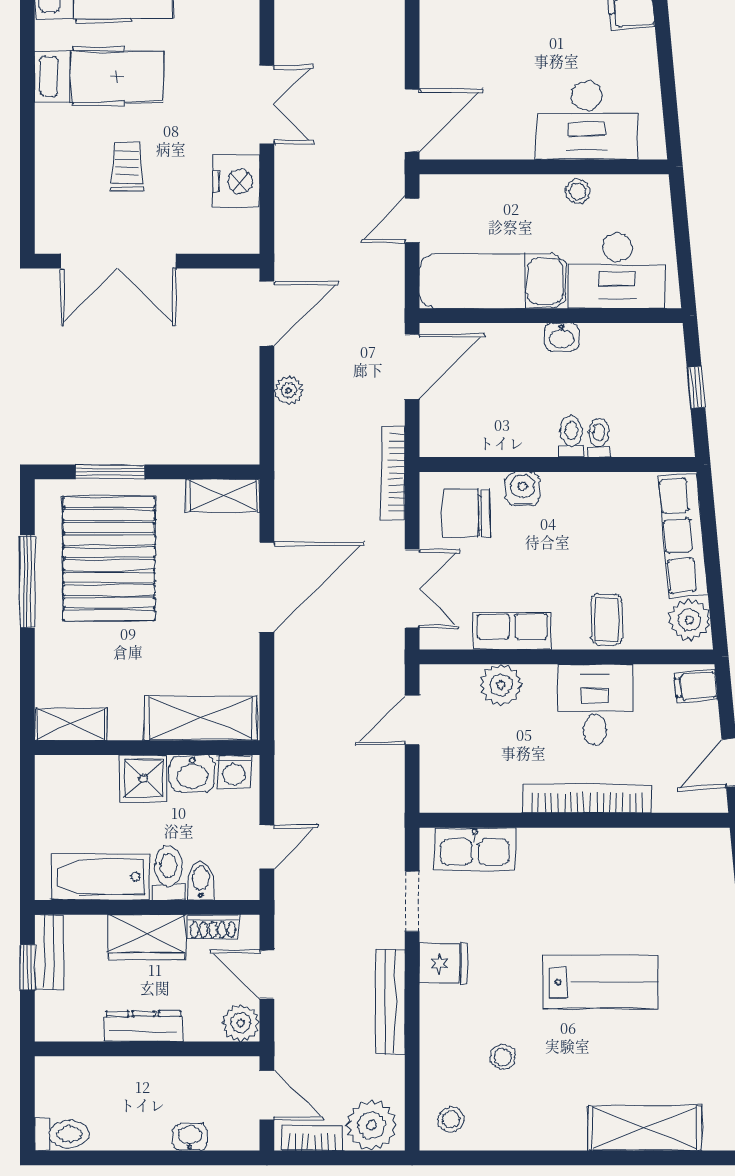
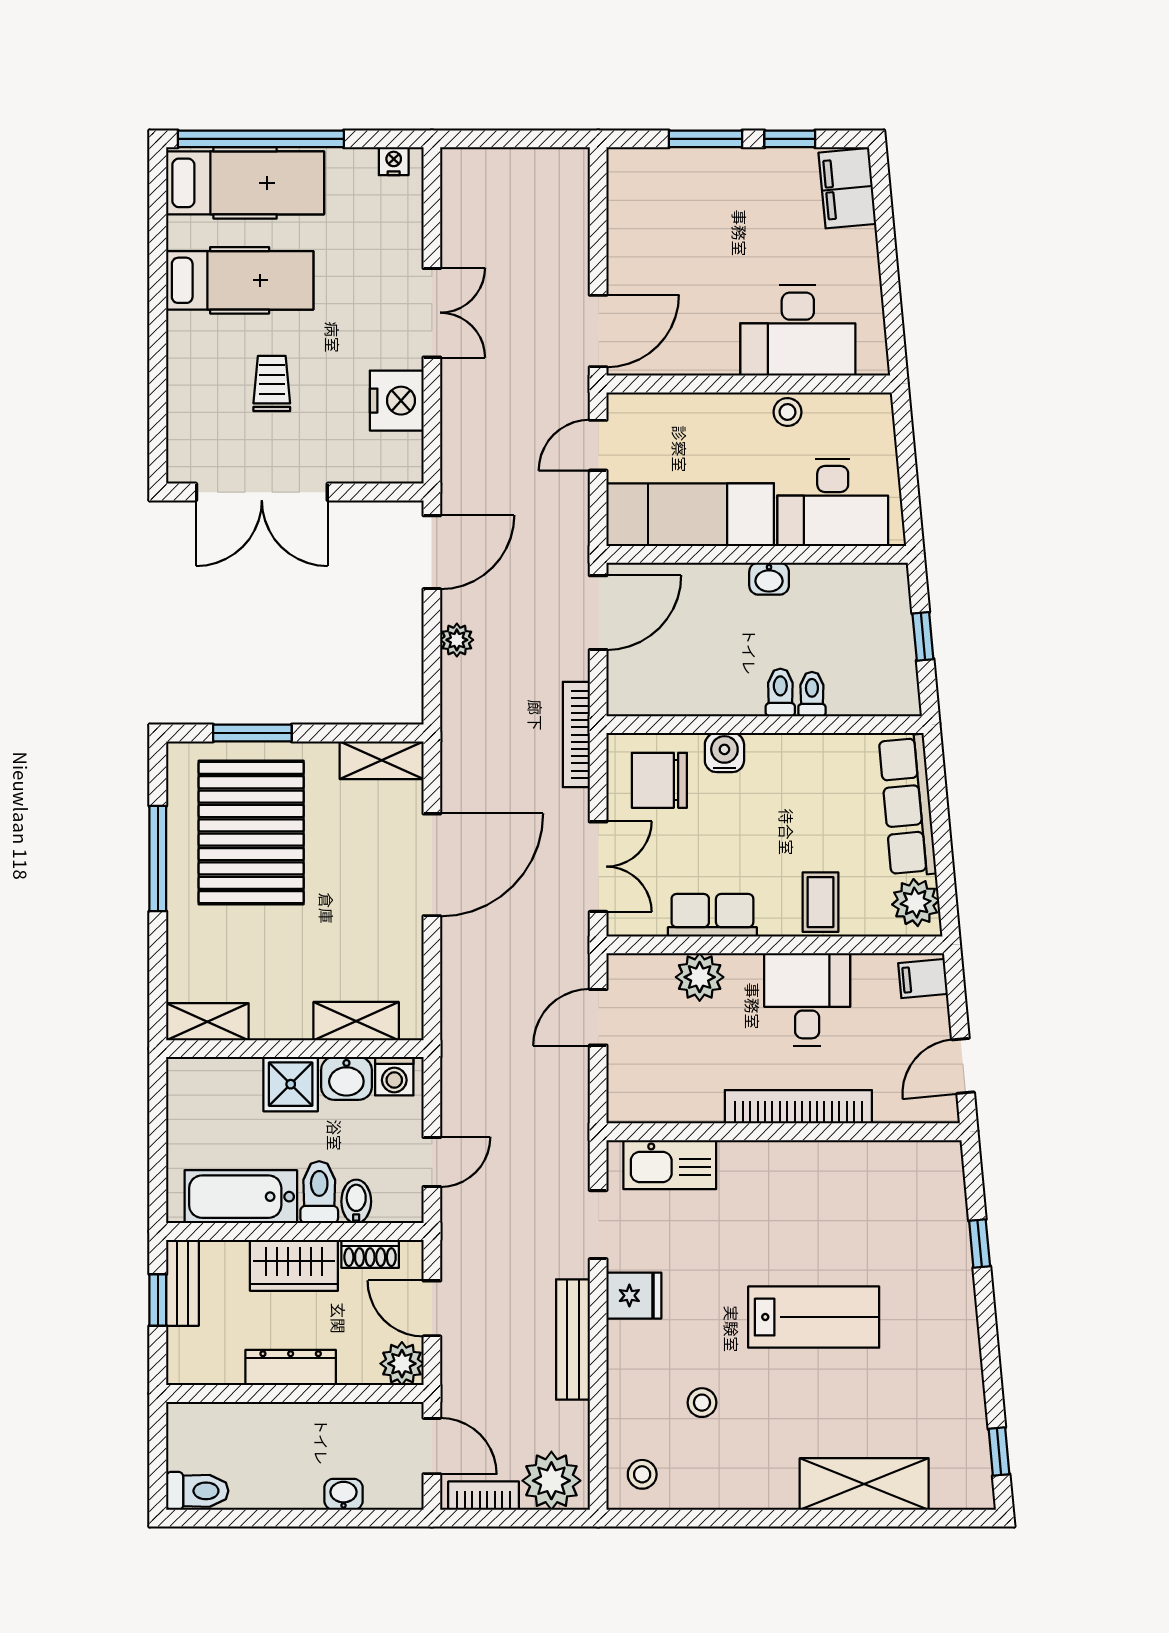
shelving: (201, 718) -> (356, 1021), width x0.67, depth x0.75

